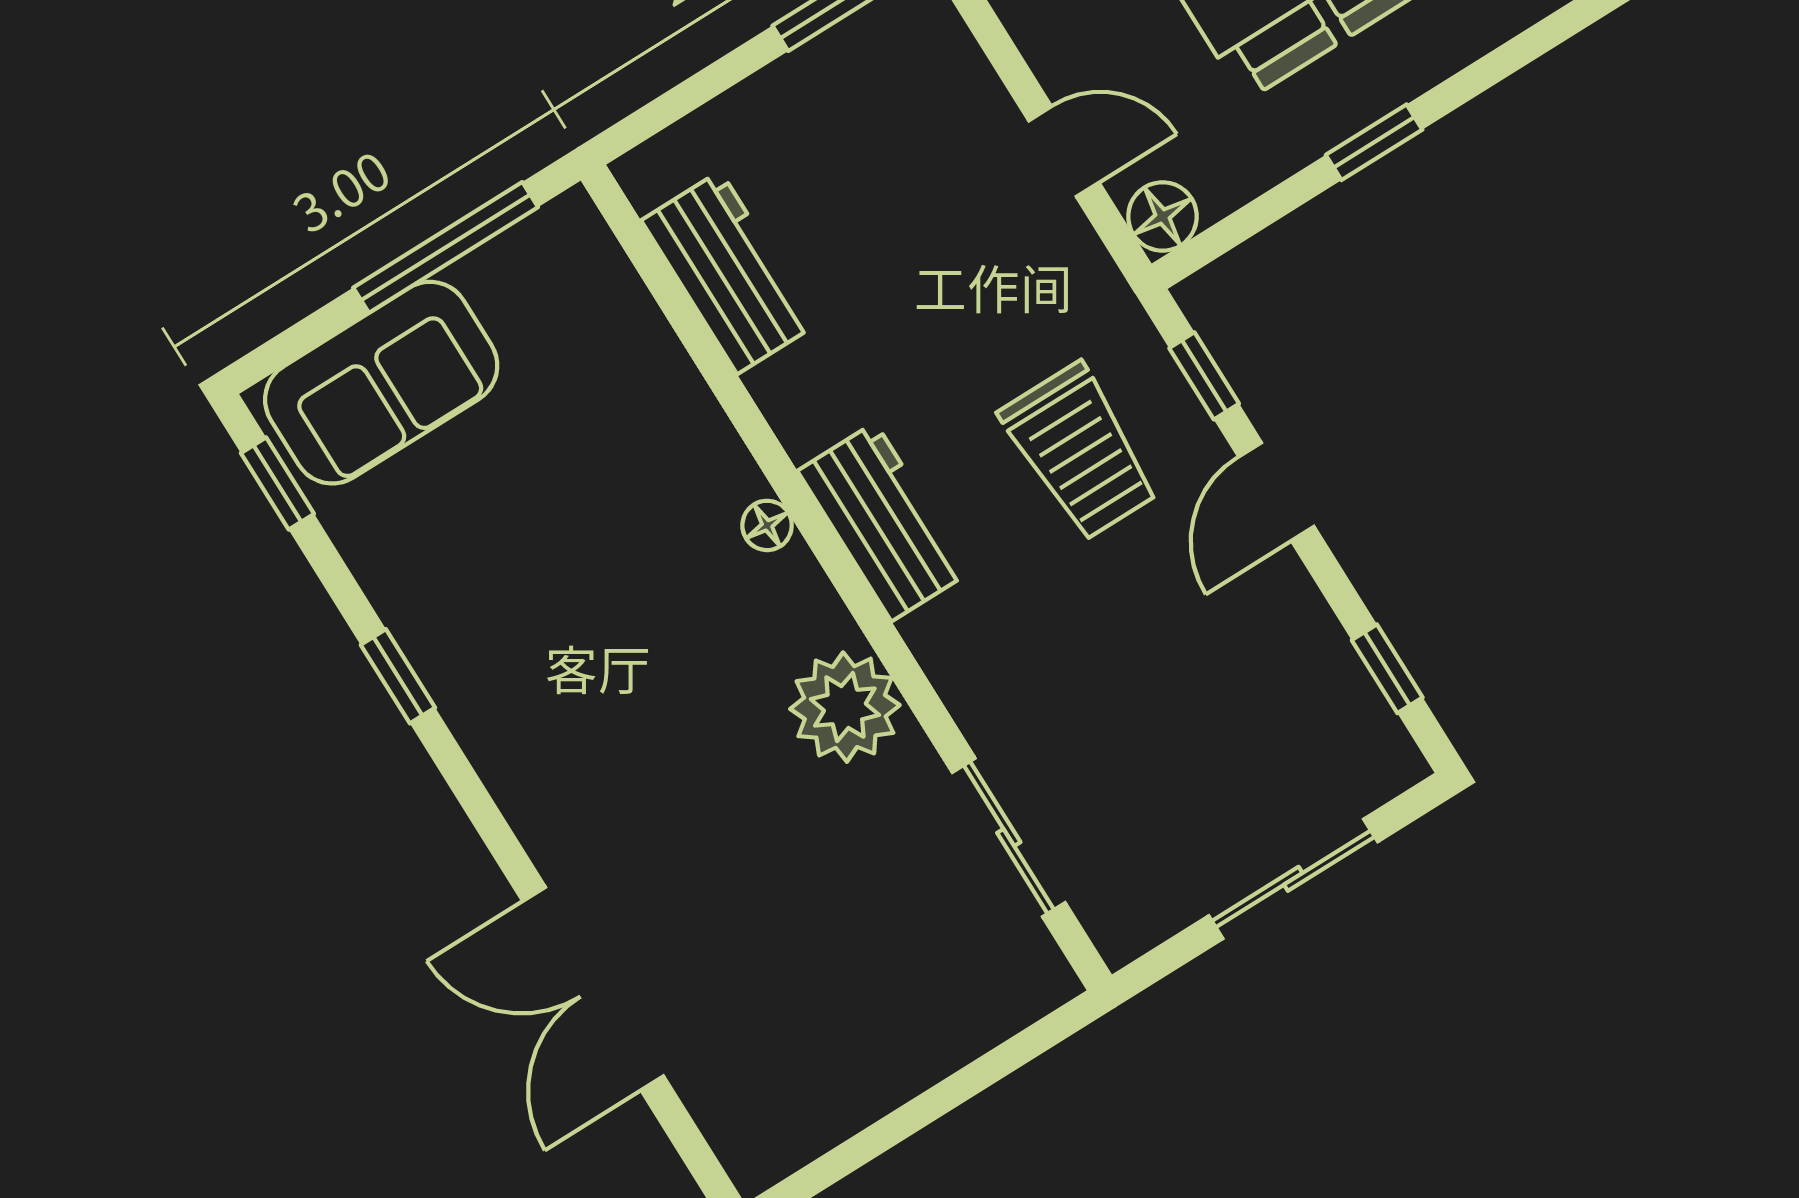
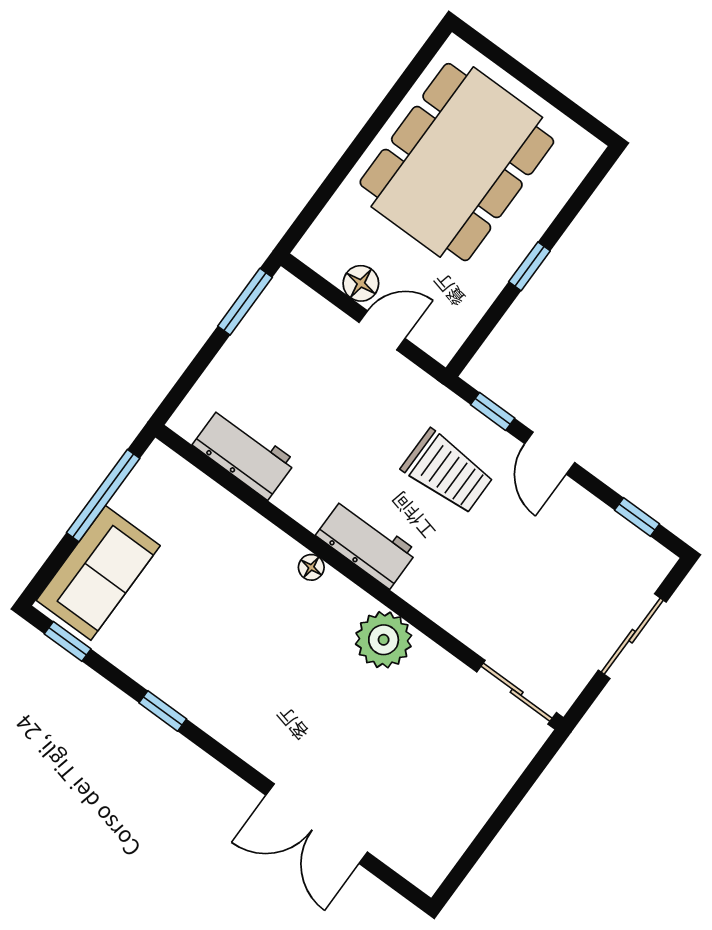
floor lamp: (1162, 216) -> (361, 283), moved
sliding door: (1009, 838) -> (517, 692), moved

